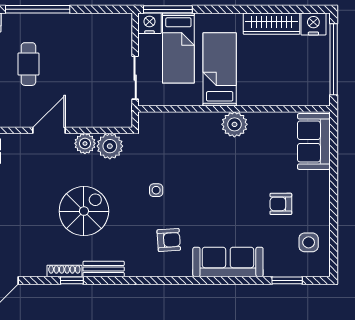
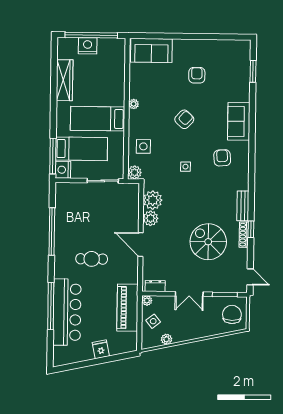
window: (38, 9) -> (52, 232), moved
nightstand: (313, 24) -> (88, 46), moved, turned 90
plant: (147, 121) -> (135, 172), added
plant: (234, 124) -> (134, 104), width x0.53, depth x0.53
armchair: (220, 188) -> (184, 119), added
armchair: (281, 204) -> (197, 75), turned 180
spiral stairs: (84, 211) -> (208, 242), moved
side table: (309, 242) -> (143, 146), moved
sofa: (228, 262) -> (239, 121), width x0.73

